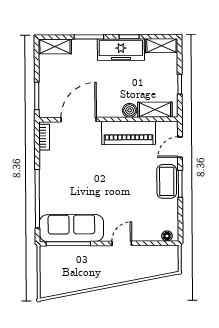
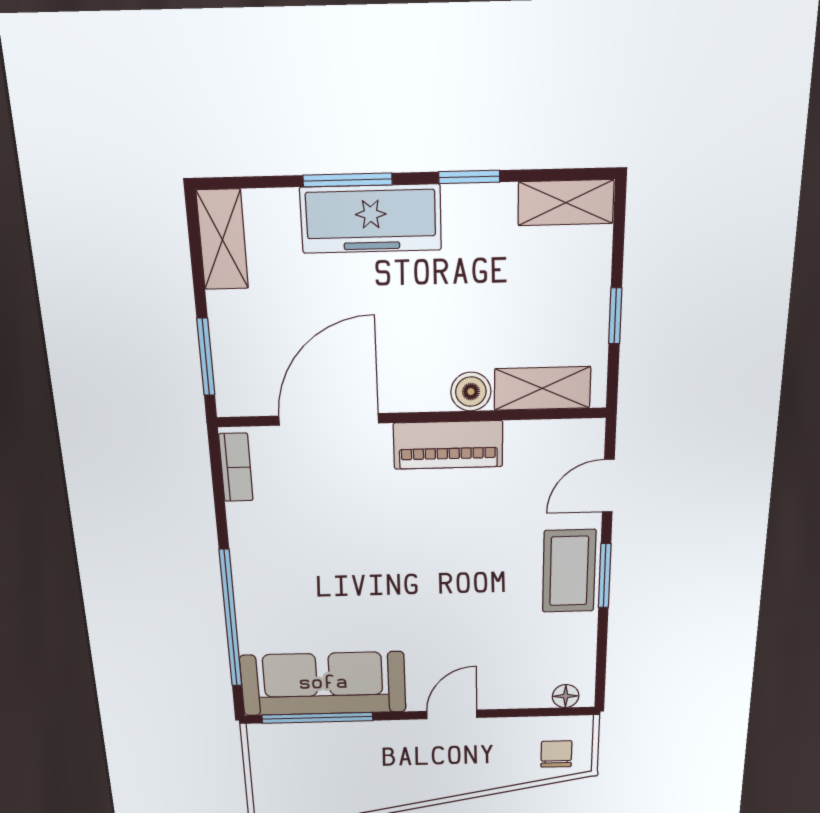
shelving: (55, 46) -> (222, 240), moved, turned 90
freezer: (121, 50) -> (371, 219), moved
piano: (129, 133) -> (448, 445), width x0.73, depth x0.75
chair: (164, 263) -> (556, 754), added

